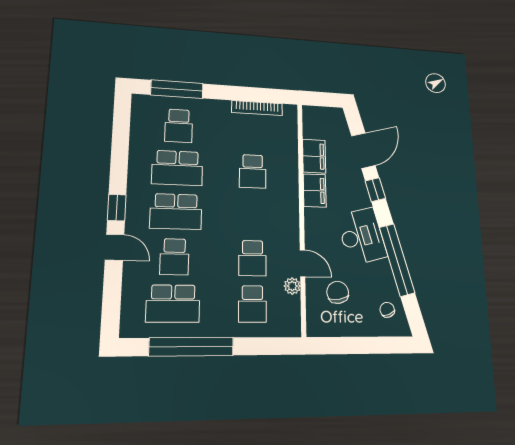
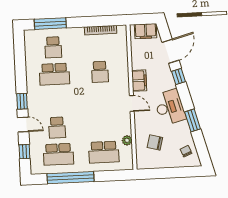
filing cabinet: (314, 156) -> (146, 31), moved, turned 90
school desk: (176, 212) -> (56, 101), removed
school desk: (252, 258) -> (102, 125), removed
window: (397, 260) -> (193, 120), width x0.47
door: (303, 263) -> (132, 103), moved
chair: (338, 292) -> (155, 142), turned -66
window: (112, 295) -> (24, 152), added
school desk: (252, 304) -> (104, 152), width x1.85

